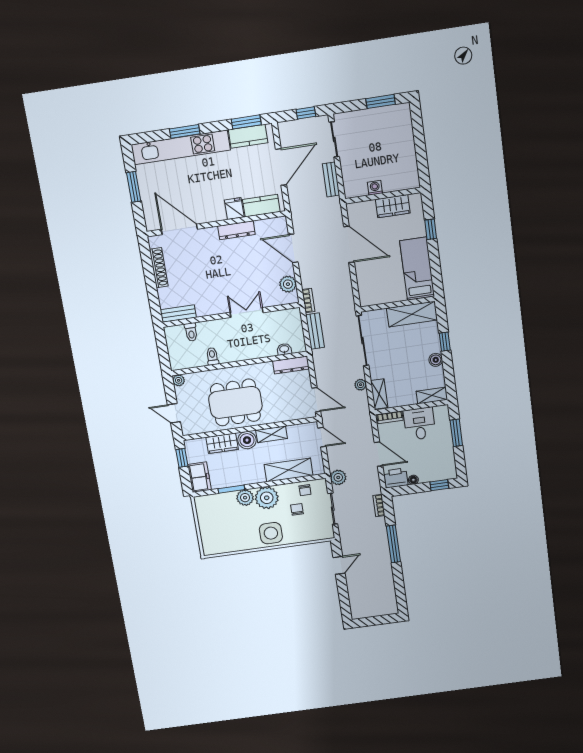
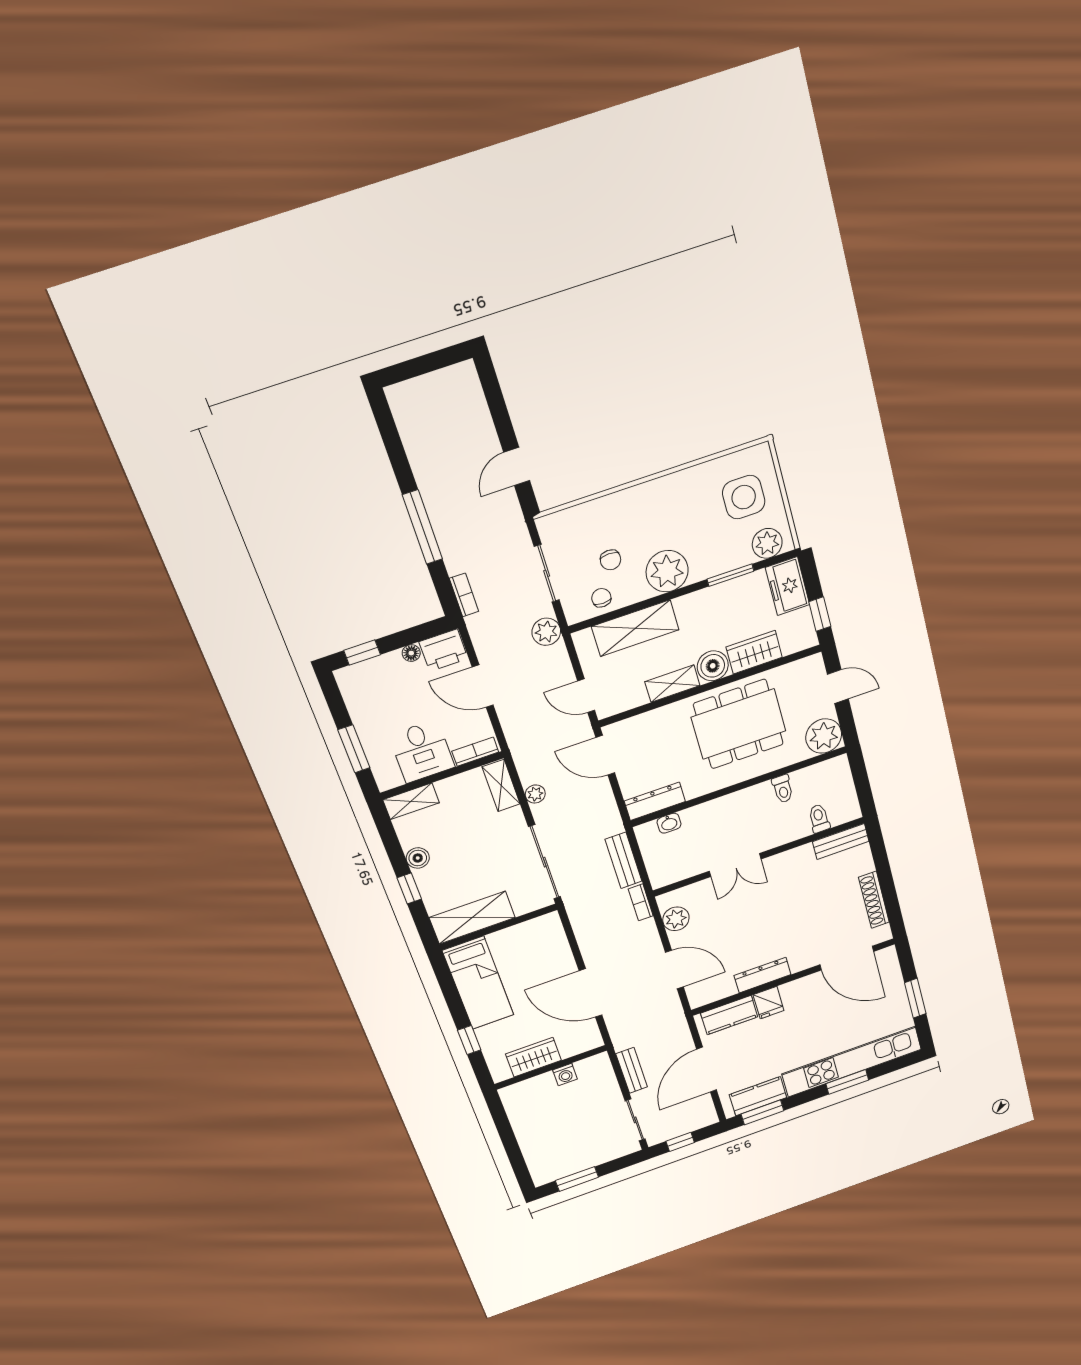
plant: (179, 380) -> (824, 736), width x1.88, depth x1.88
plant: (245, 498) -> (767, 543), moved
side table: (271, 533) -> (744, 497), moved

